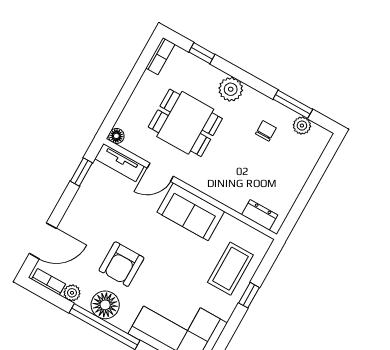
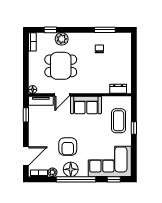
plant: (231, 89) -> (62, 39), moved
plant: (302, 126) -> (115, 37), removed

